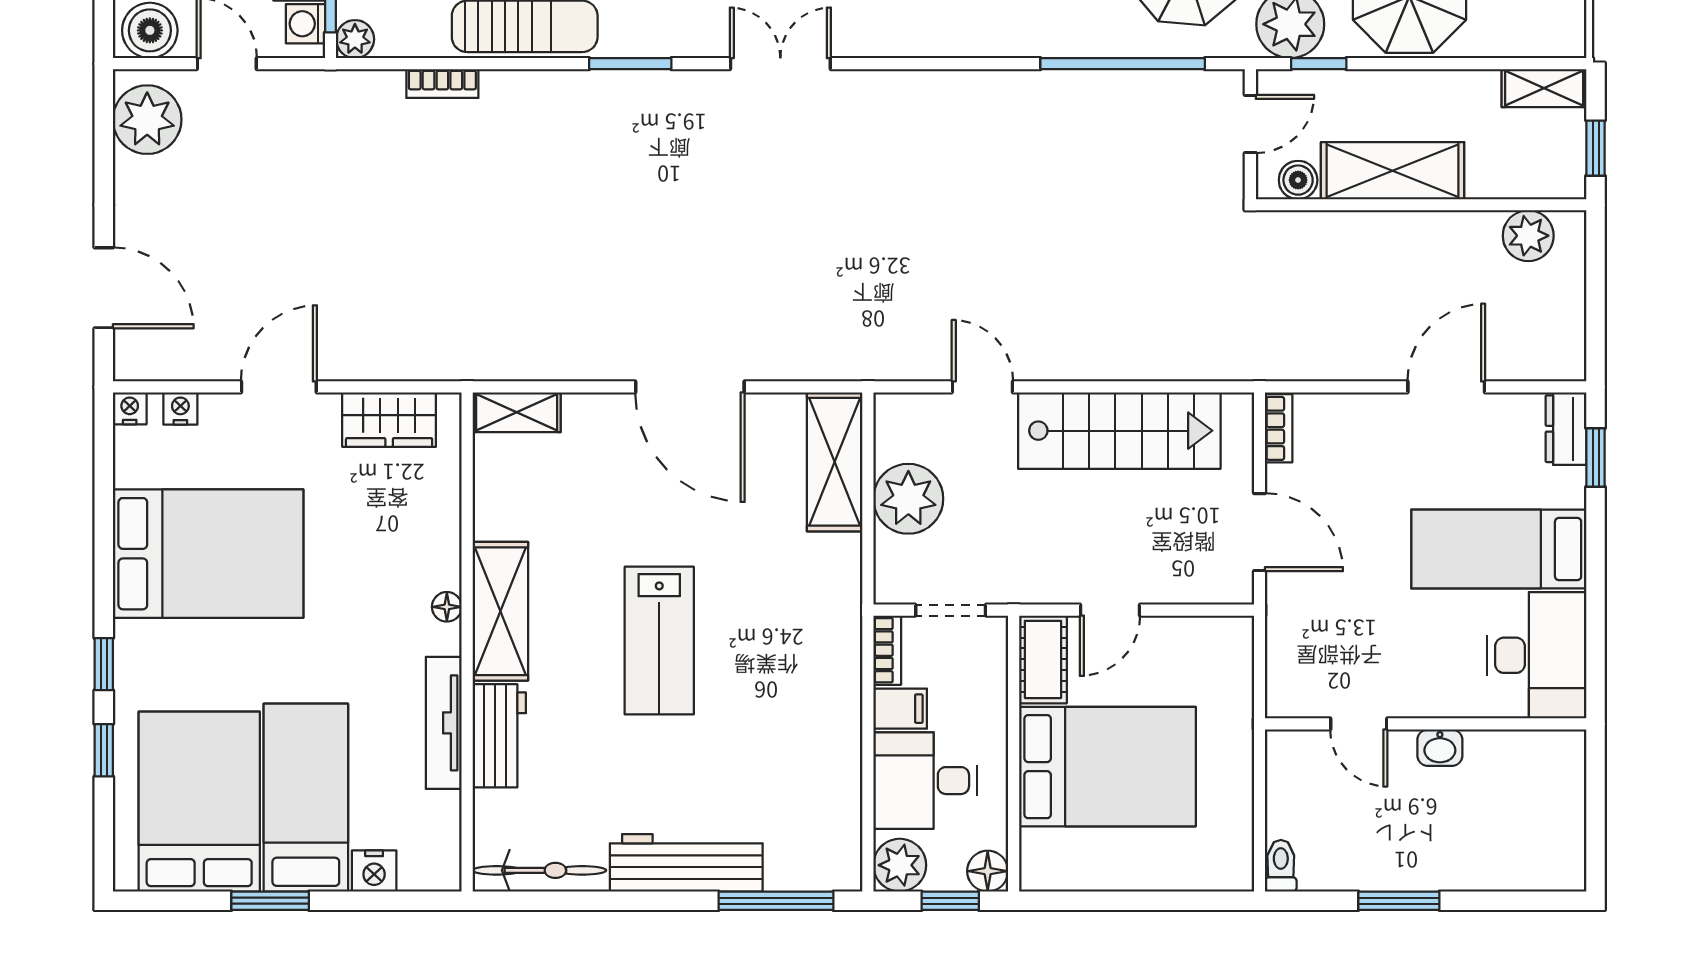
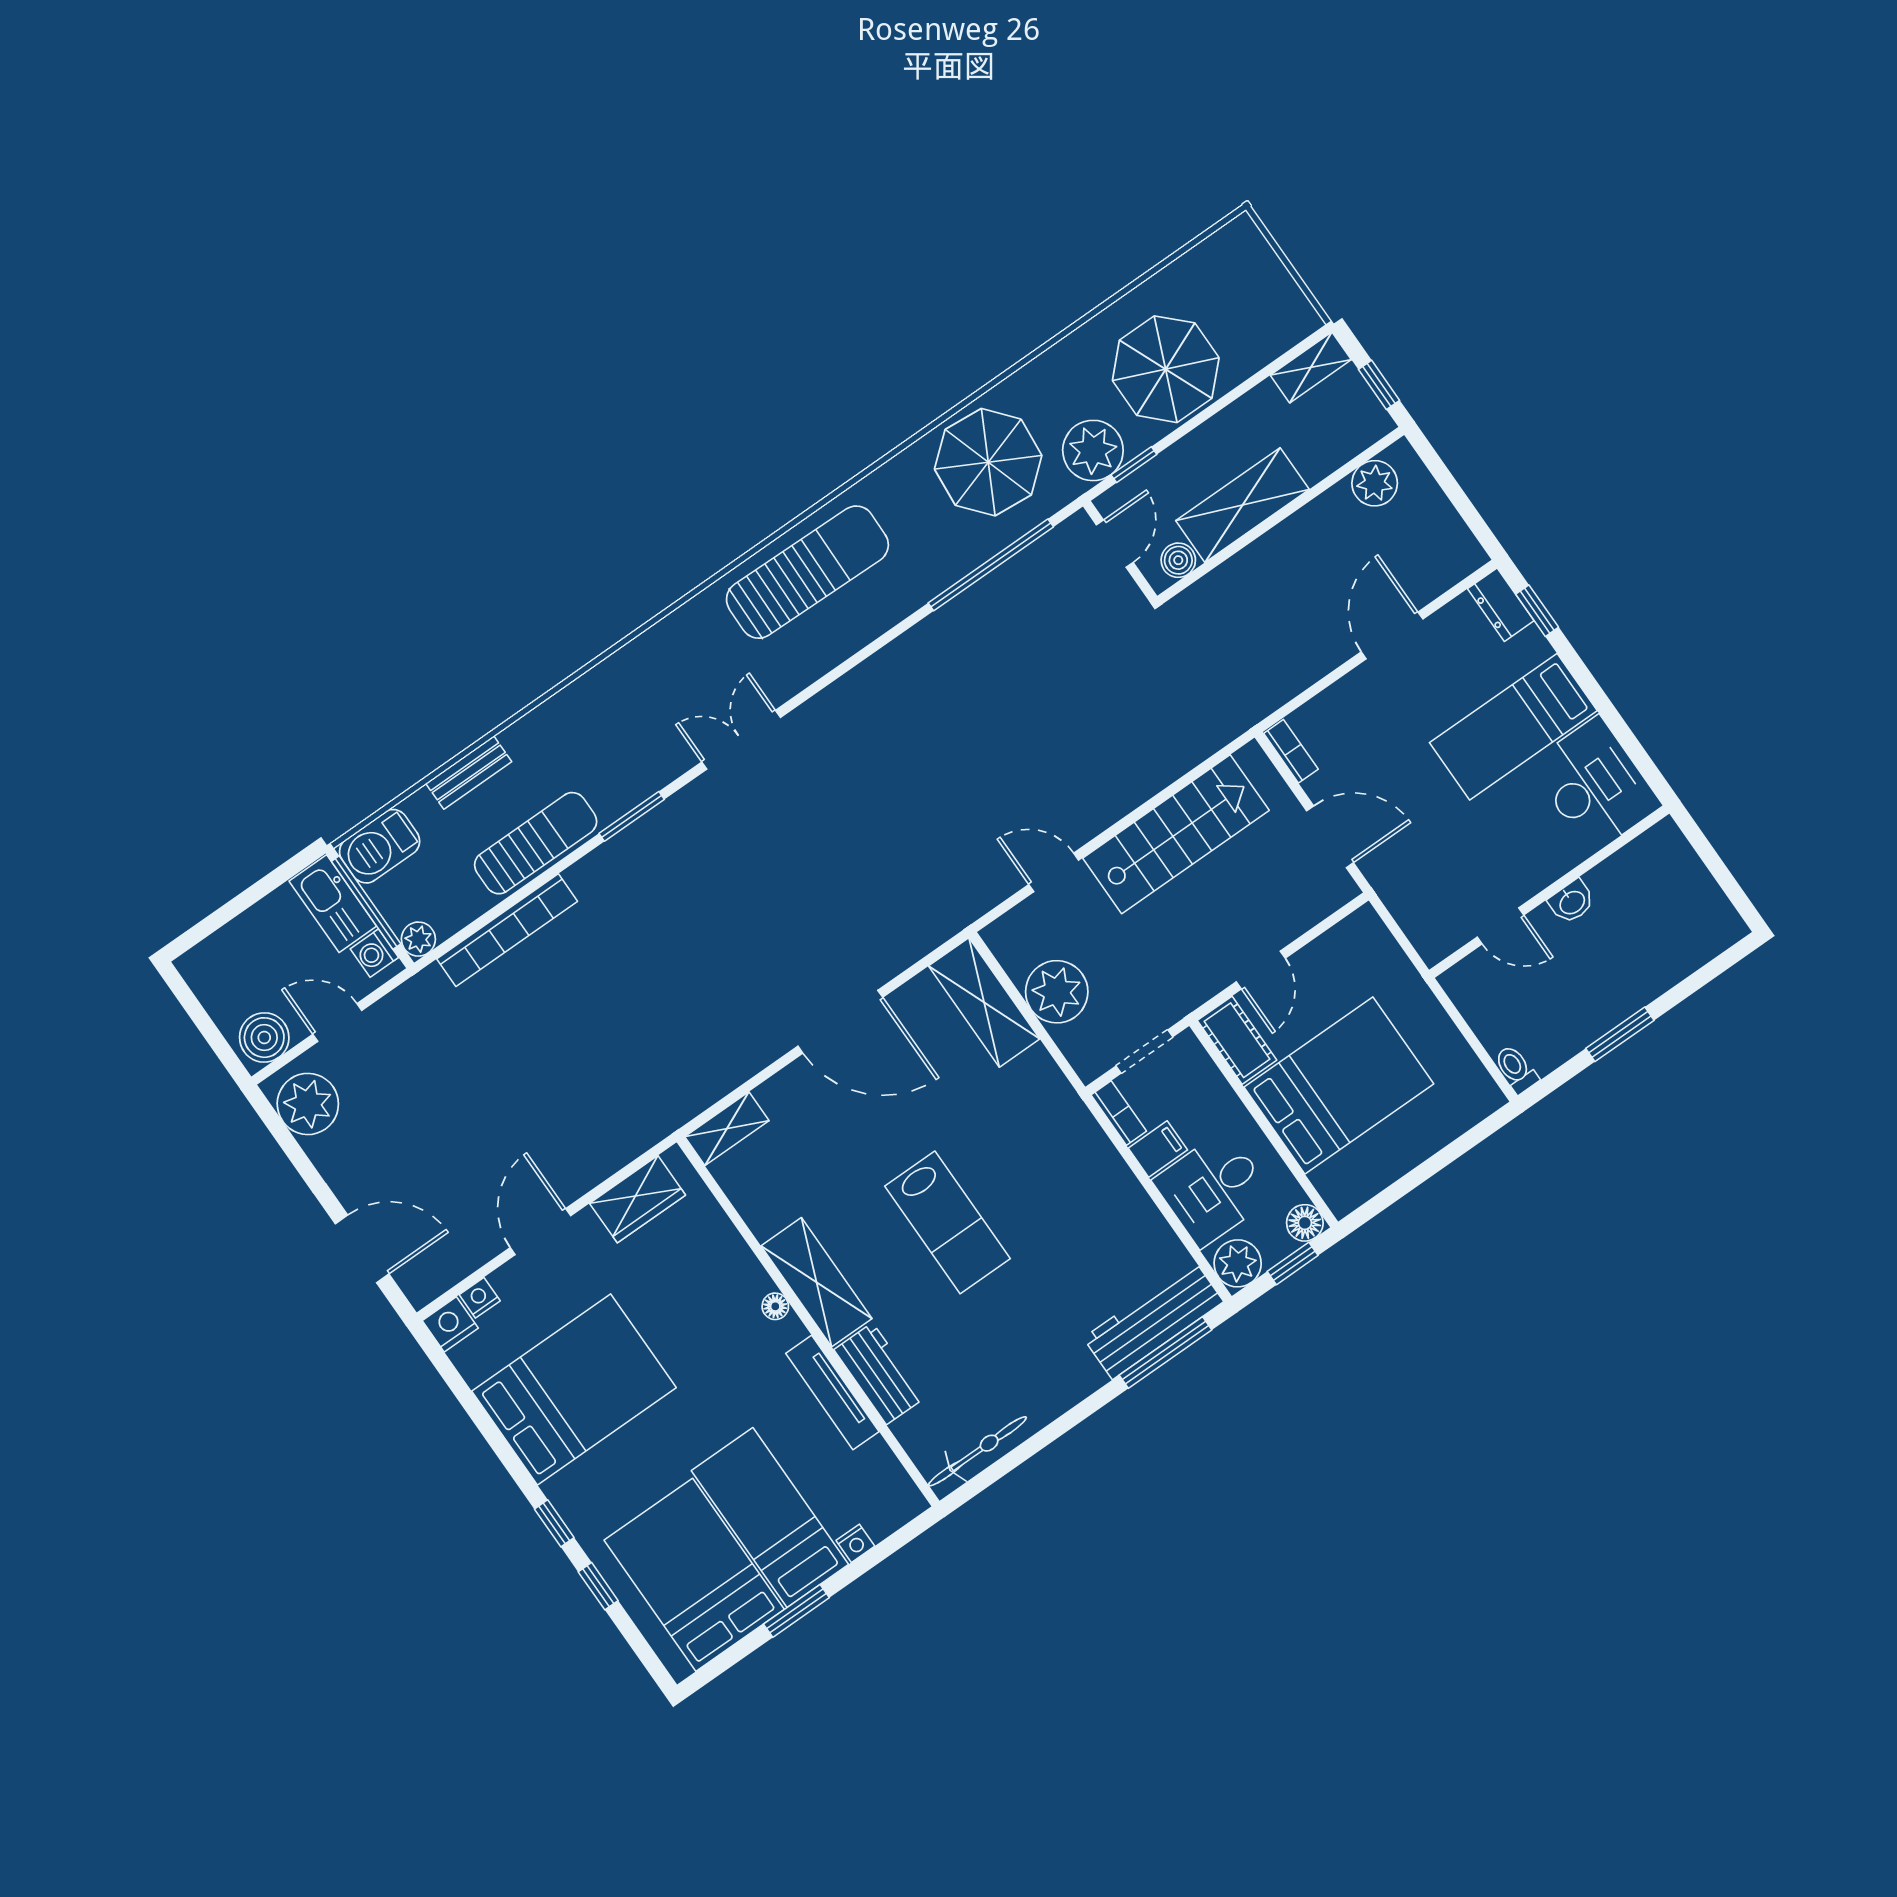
bookcase: (442, 84) -> (507, 930), width x2.31, depth x1.31
nightstand: (130, 408) -> (450, 1324), width x1.39, depth x1.35
workbench: (686, 863) -> (1153, 1320), moved
nightstand: (374, 871) -> (855, 1543), width x0.72, depth x0.74

